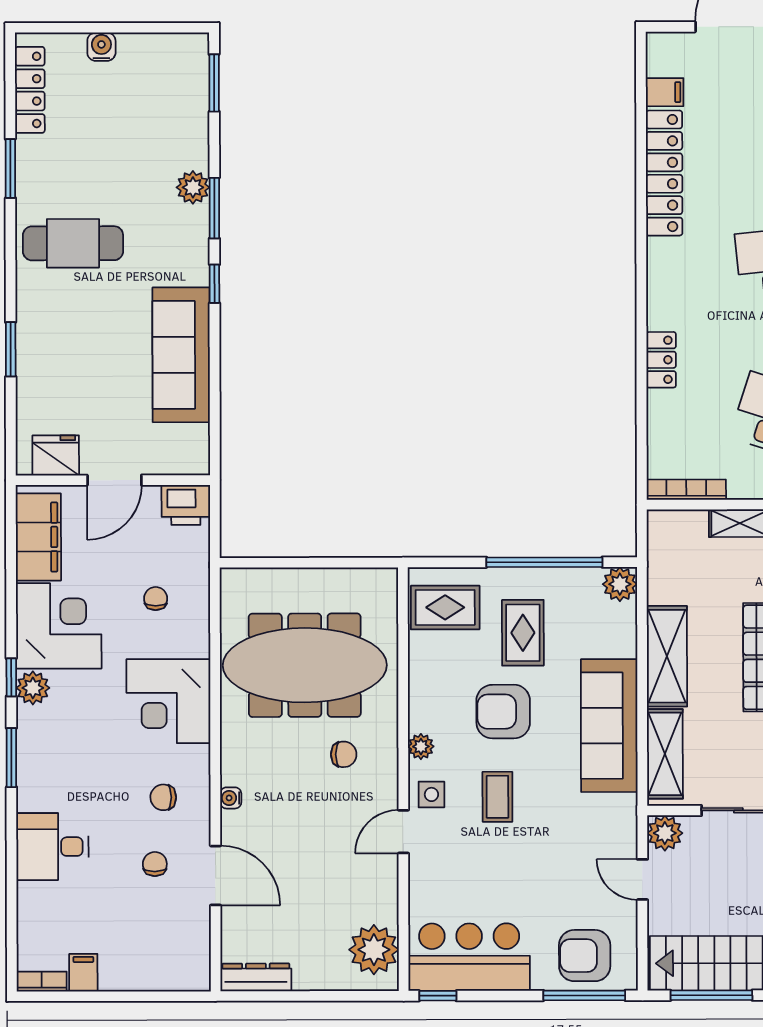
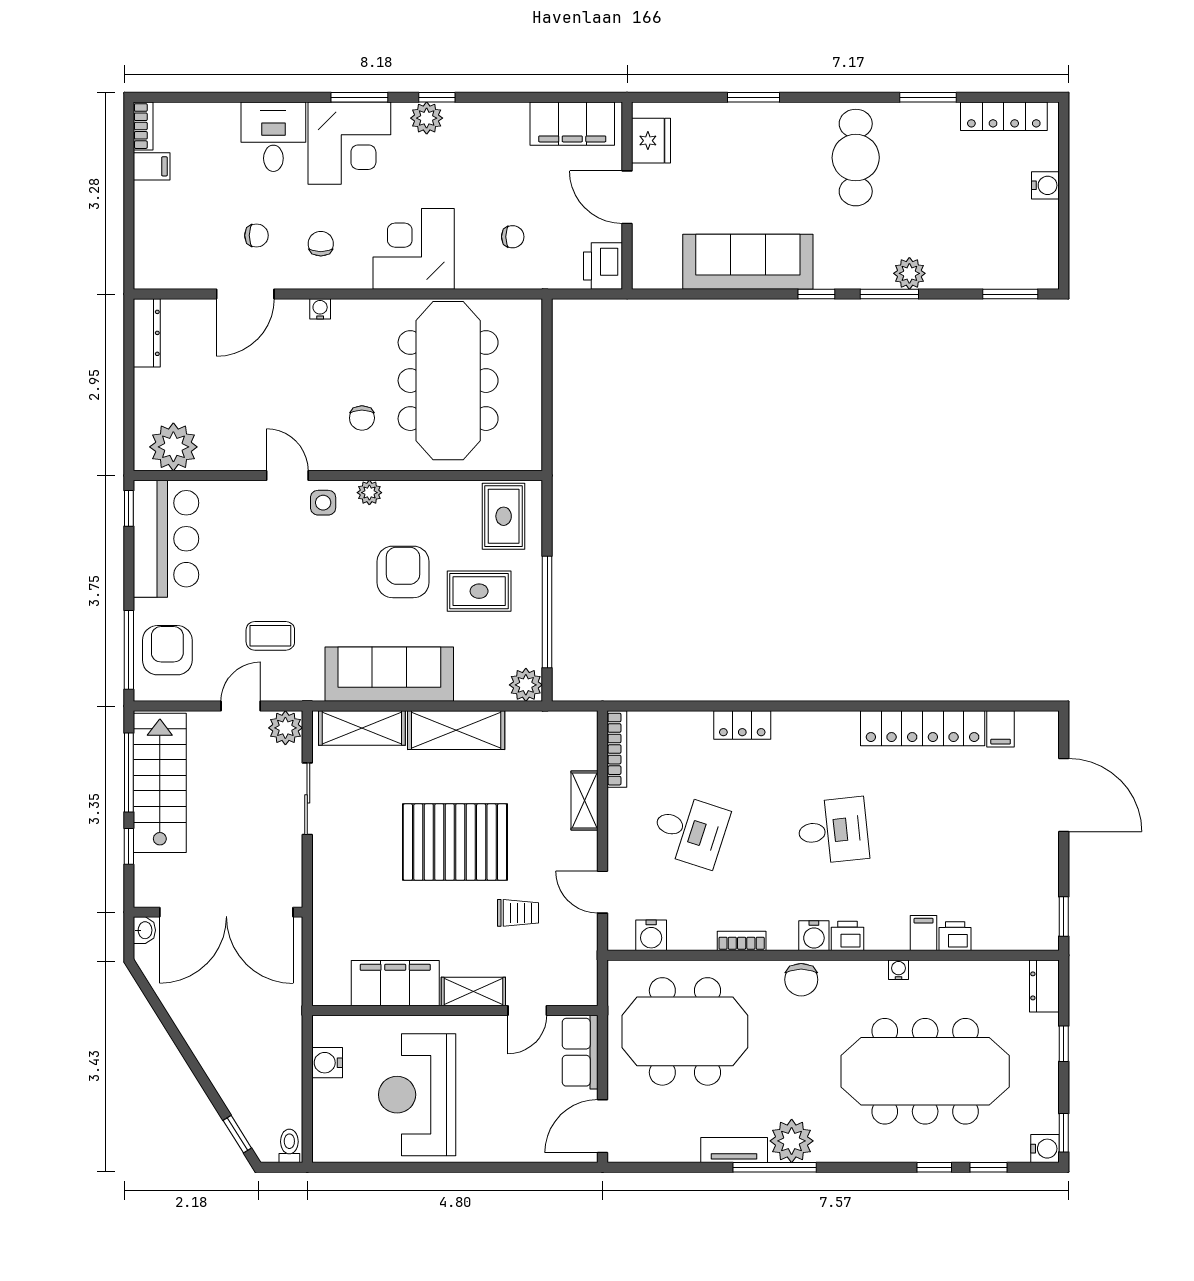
corner desk: (59, 626) -> (349, 143), moved
coffee table: (497, 797) -> (270, 636), moved

